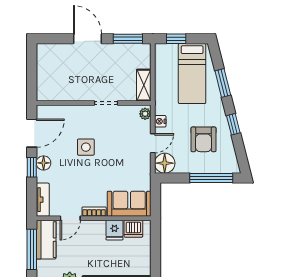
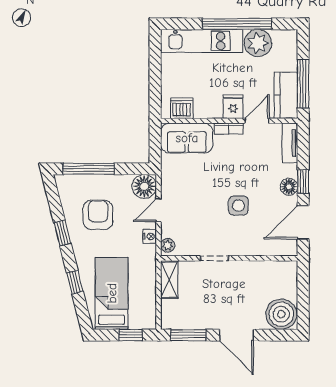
boiler: (50, 56) -> (281, 314), added
window: (223, 83) -> (75, 282), width x0.67
fridge: (114, 230) -> (233, 107), moved

